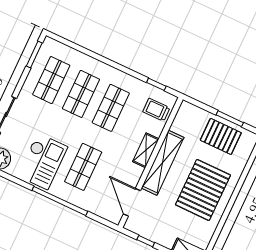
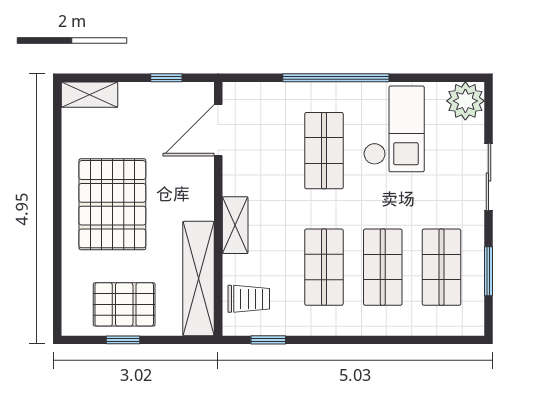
window: (34, 55) -> (488, 271), moved
window: (230, 119) -> (123, 340), width x0.67
checkout: (43, 161) -> (394, 129), turned 180
shelving: (163, 163) -> (199, 279), moved
door: (132, 202) -> (218, 130), swing flipped

